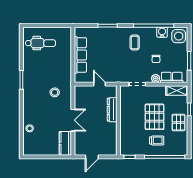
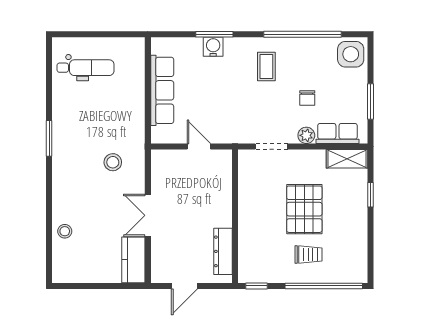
water cooler: (162, 32) -> (213, 47), moved
dresser: (112, 110) -> (223, 251), moved
double door: (73, 120) -> (148, 215), swing flipped
pallet: (179, 122) -> (350, 220), removed

